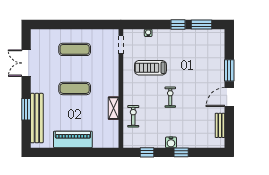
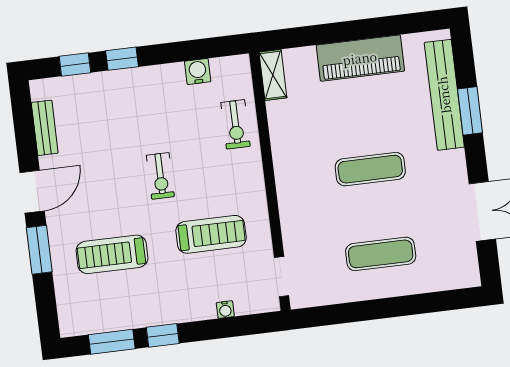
treadmill: (197, 64) -> (112, 254), added
shelving: (114, 108) -> (273, 75), moved
water cooler: (171, 142) -> (198, 71), moved
window: (147, 152) -> (75, 64), moved

